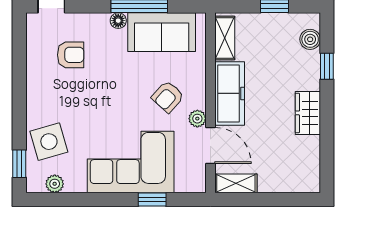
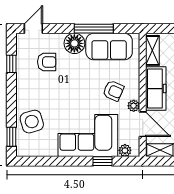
floor lamp: (118, 21) -> (74, 43), width x1.89, depth x1.89
window: (19, 58) -> (11, 64), added
armchair: (168, 97) -> (113, 91), turned -108
plant: (55, 184) -> (125, 150), moved

